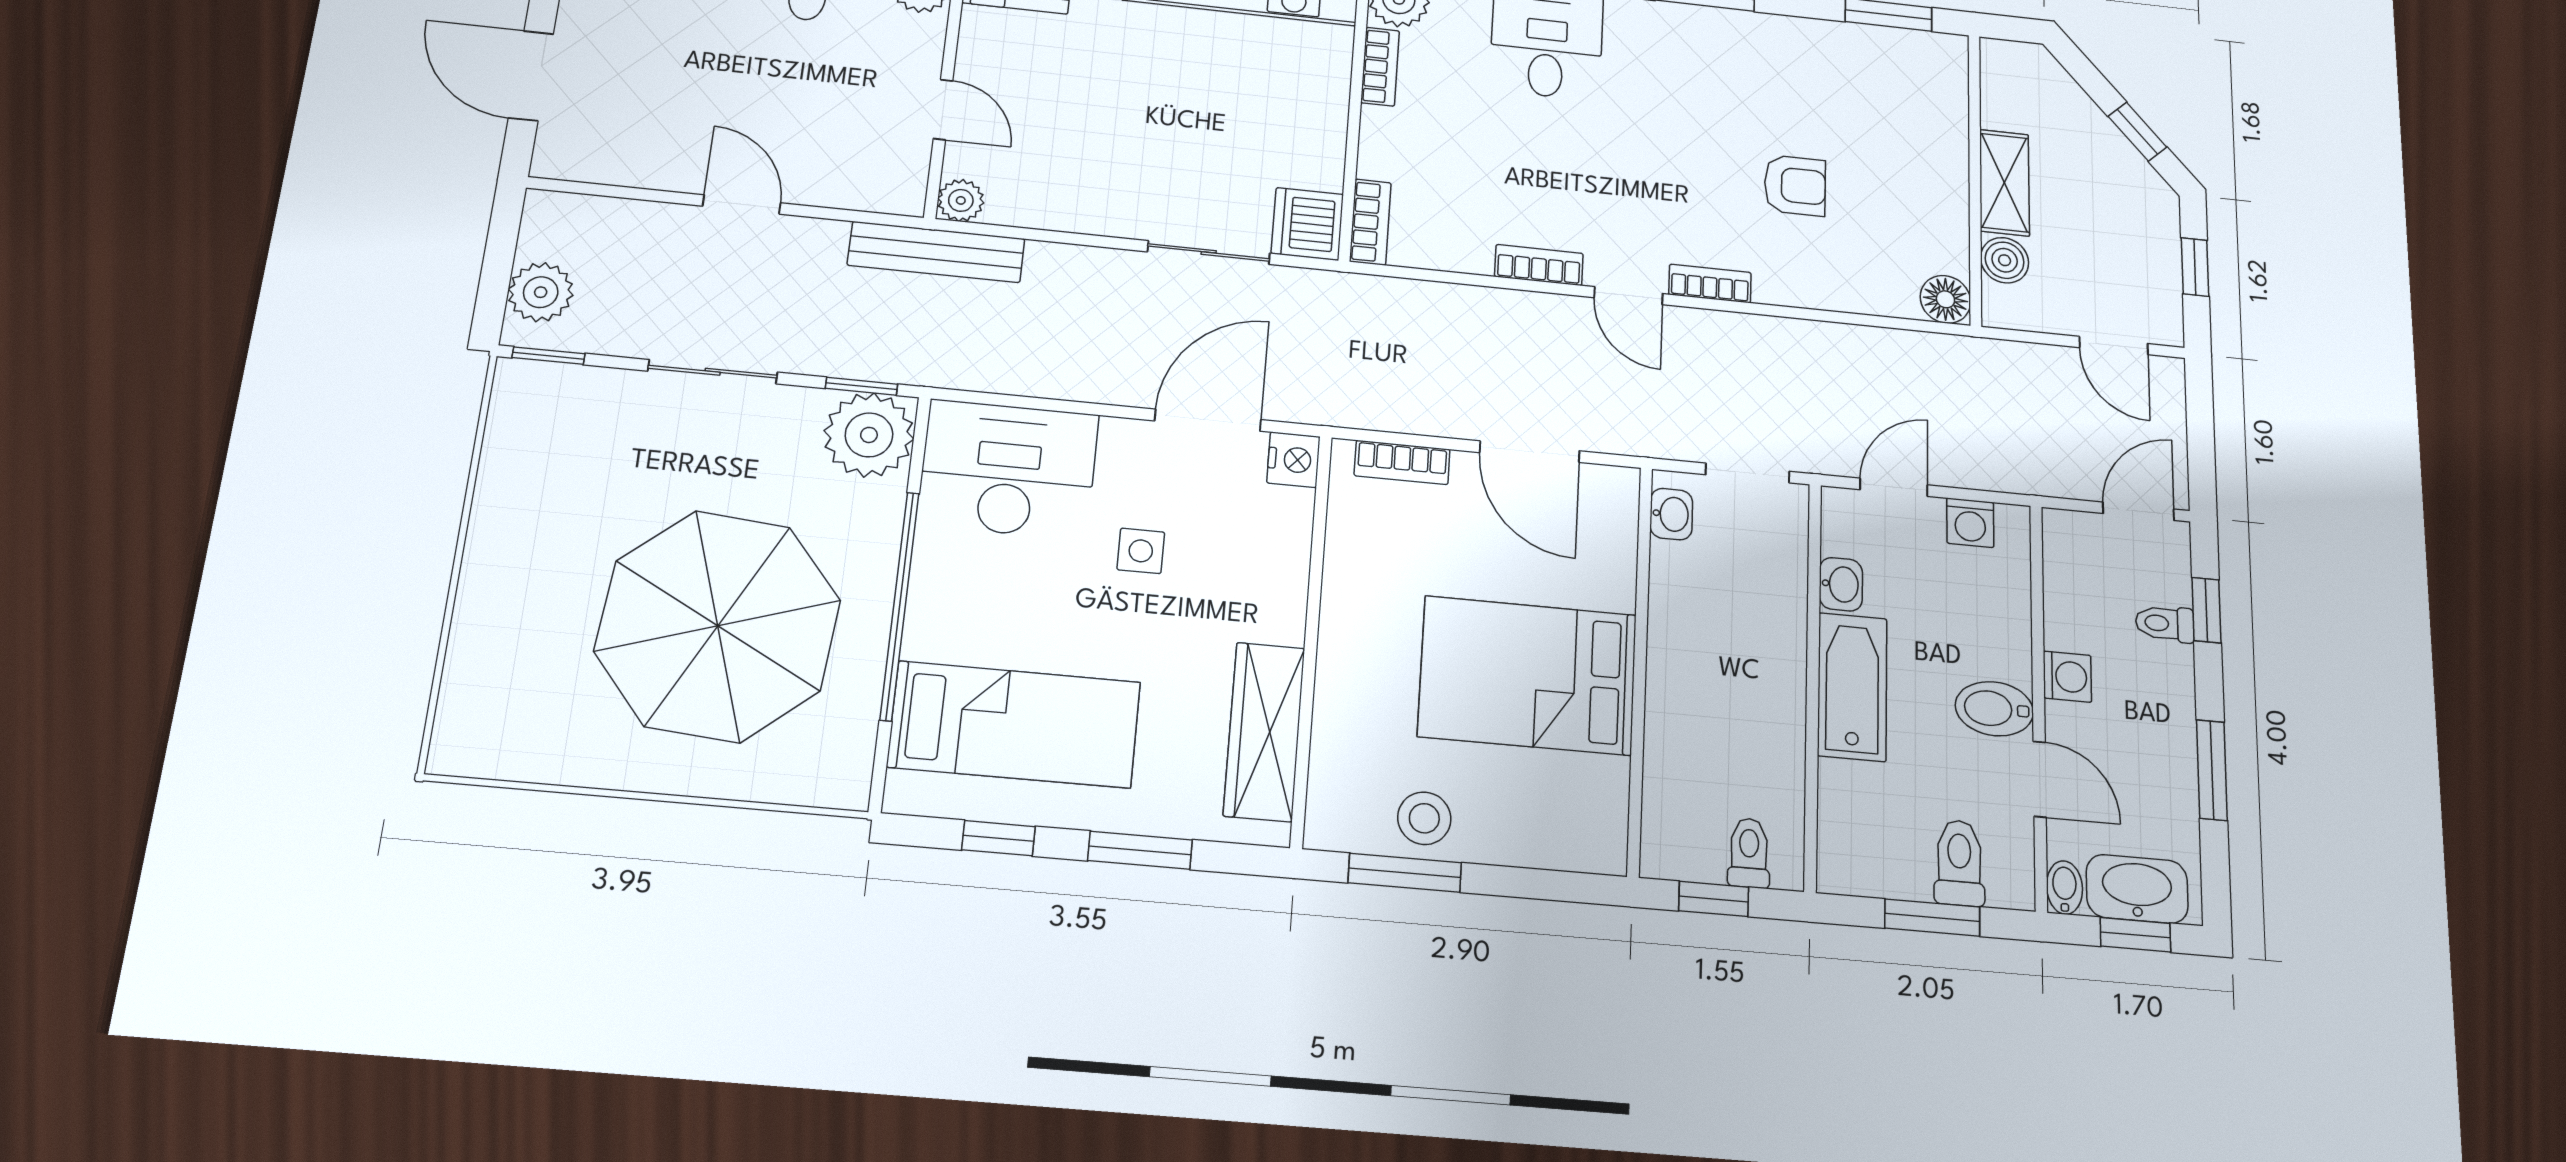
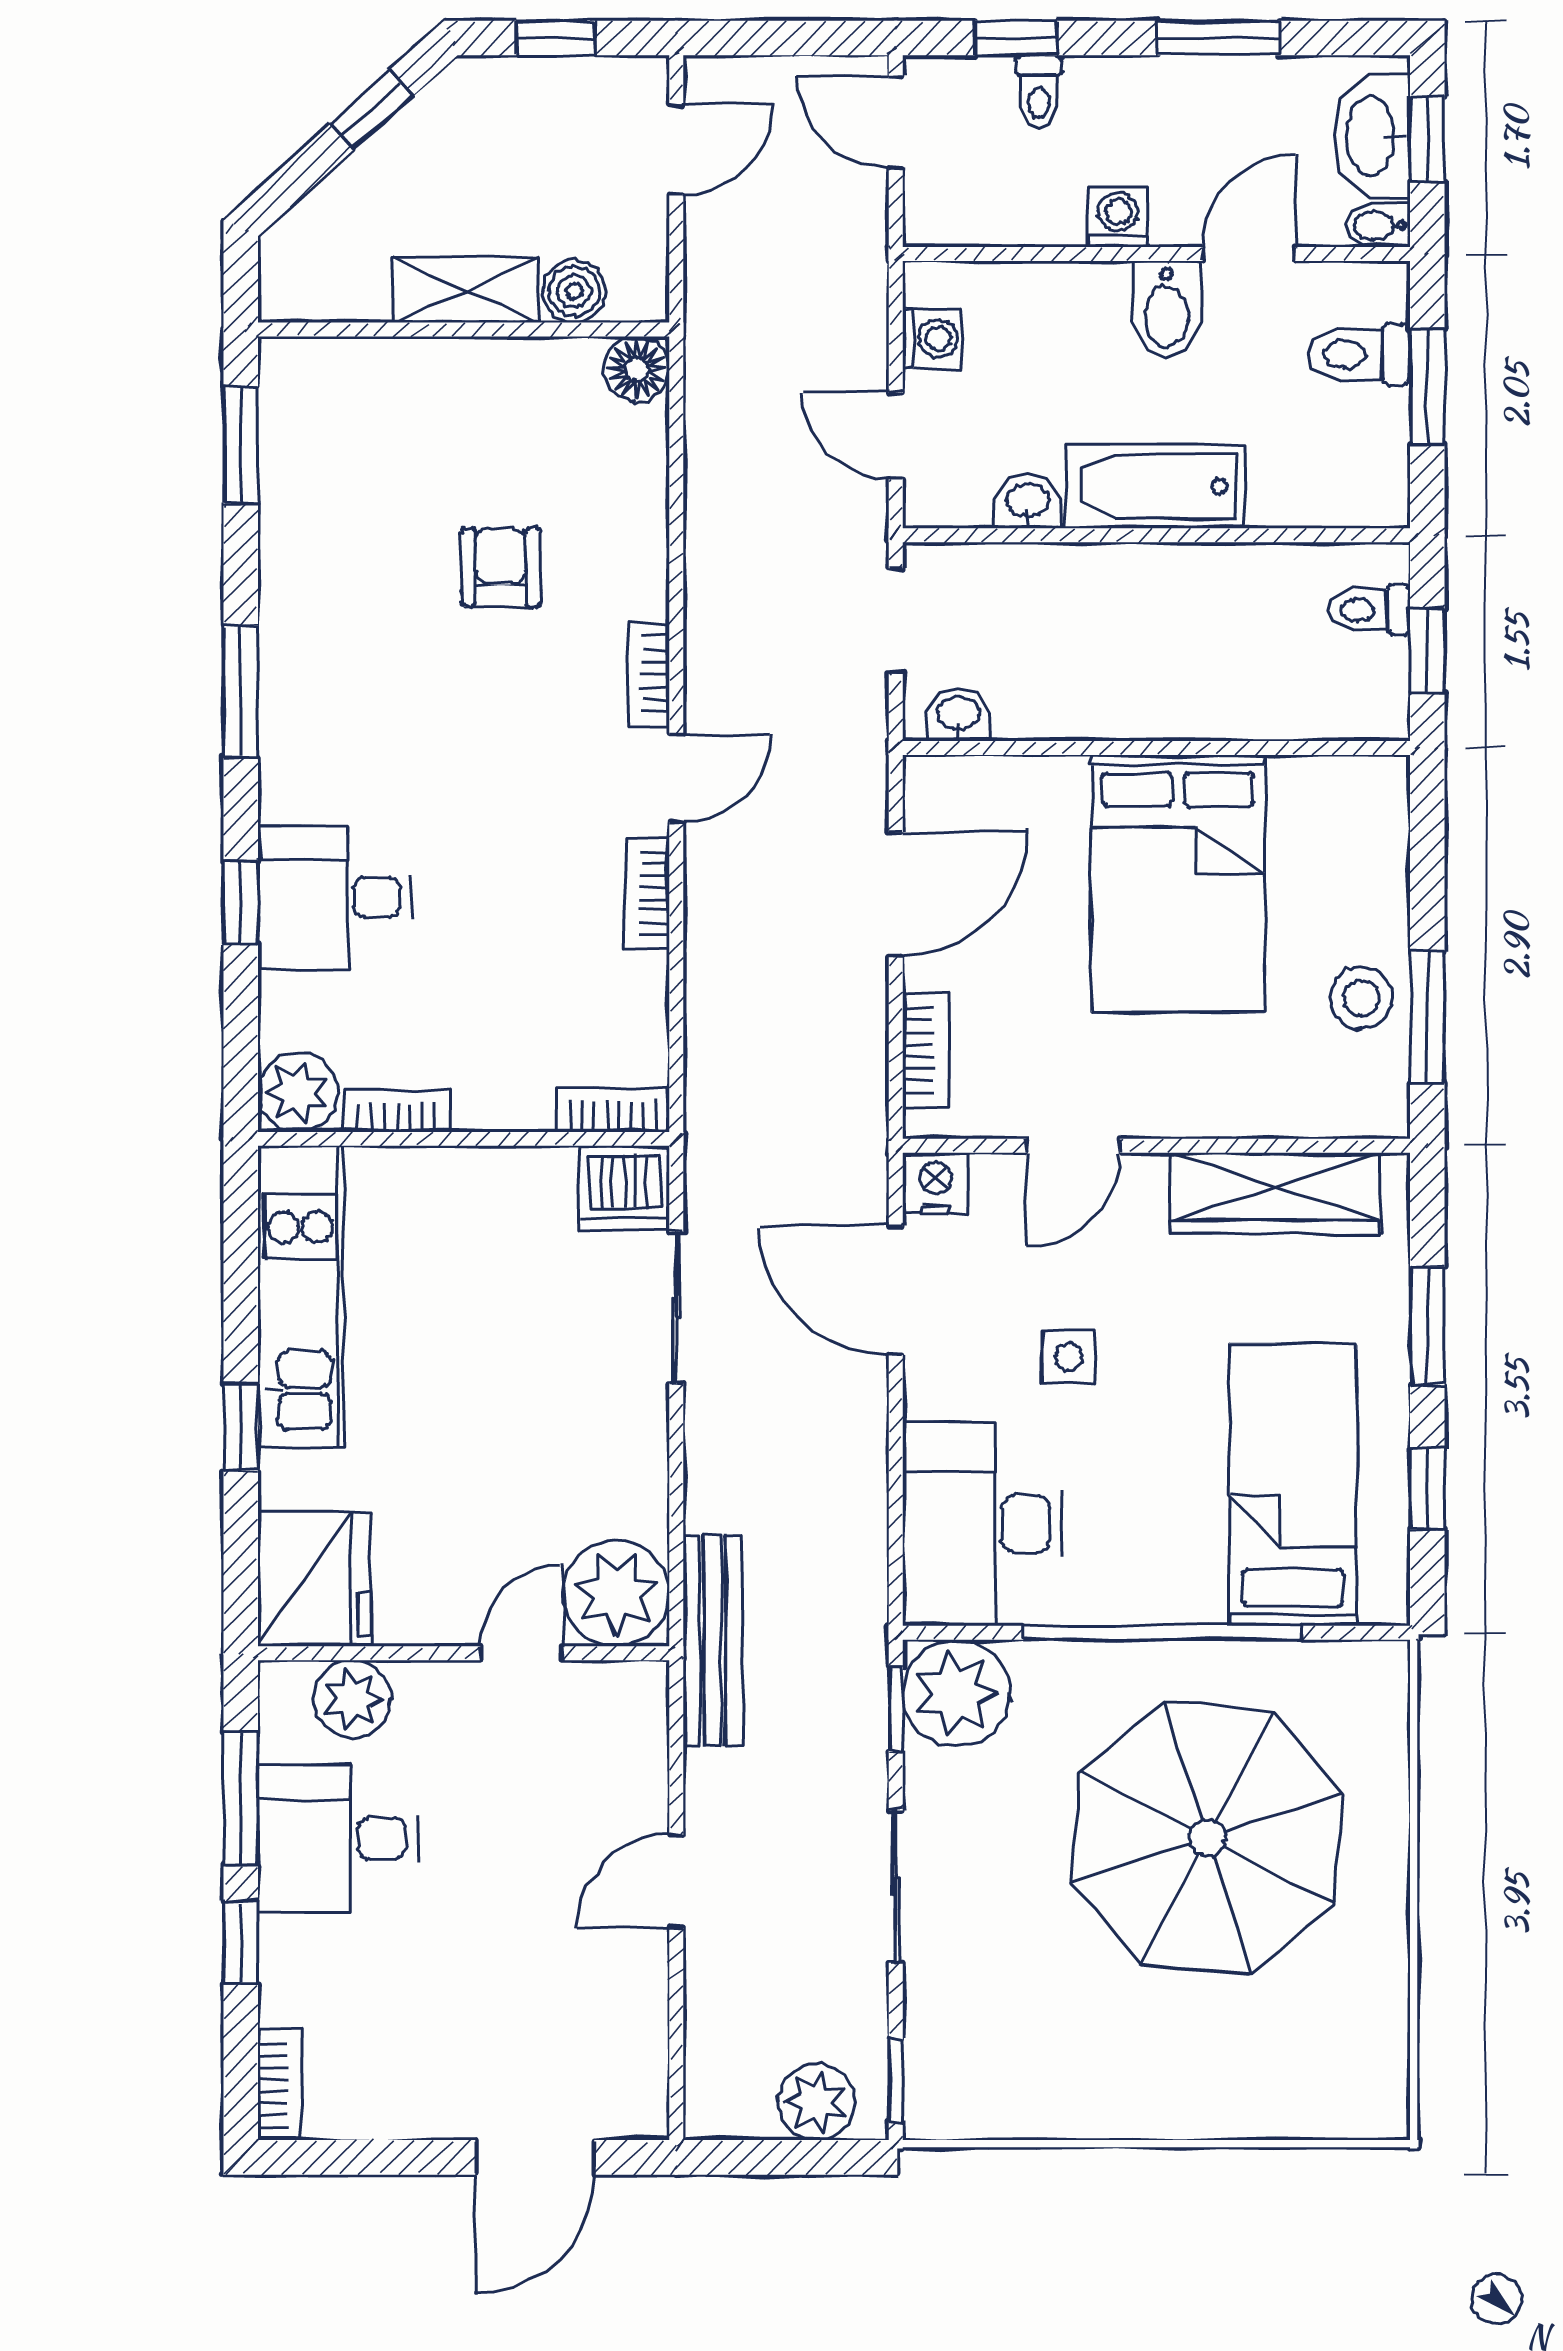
plant: (961, 200) -> (616, 1593), width x1.87, depth x1.87
door: (1316, 571) -> (1073, 1146), added

